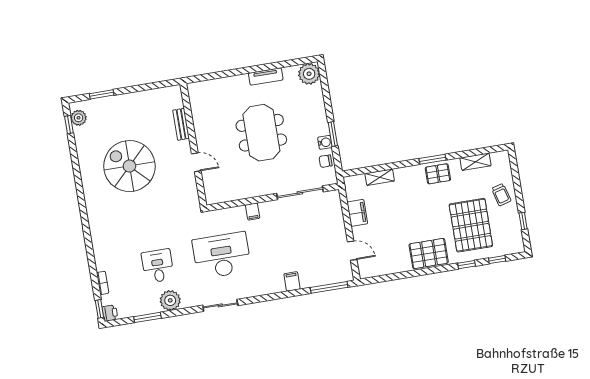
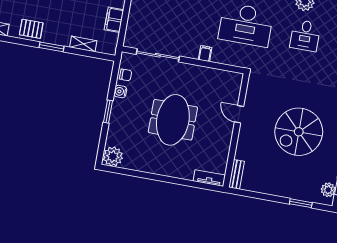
tv unit: (266, 77) -> (209, 178), moved
bench: (181, 124) -> (237, 174), moved
window: (333, 134) -> (108, 112), moved
window: (433, 159) -> (51, 47), moved
spiral stairs: (129, 166) -> (299, 132), turned 90

